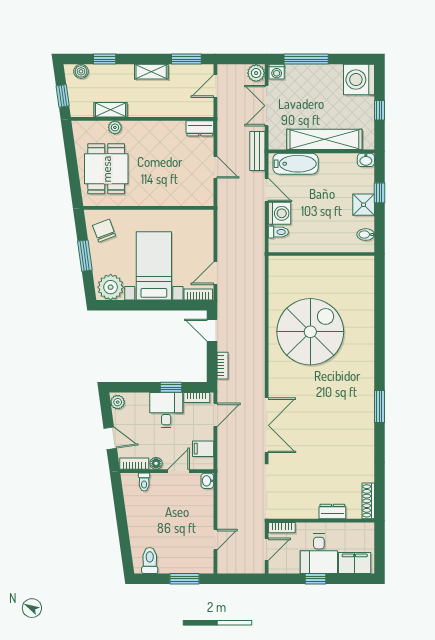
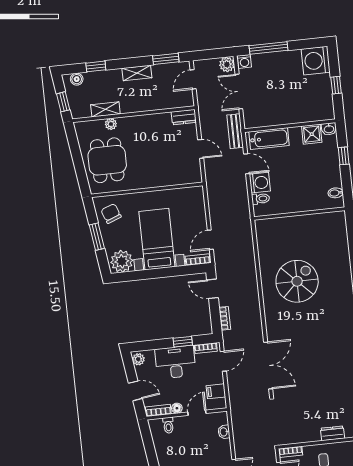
shelving: (324, 139) -> (292, 115), removed
shower: (364, 205) -> (312, 134), moved
spiral stairs: (310, 332) -> (297, 281), width x0.73, depth x0.73
desk: (166, 410) -> (175, 362), width x1.37
washbasin: (207, 481) -> (224, 432), moved

